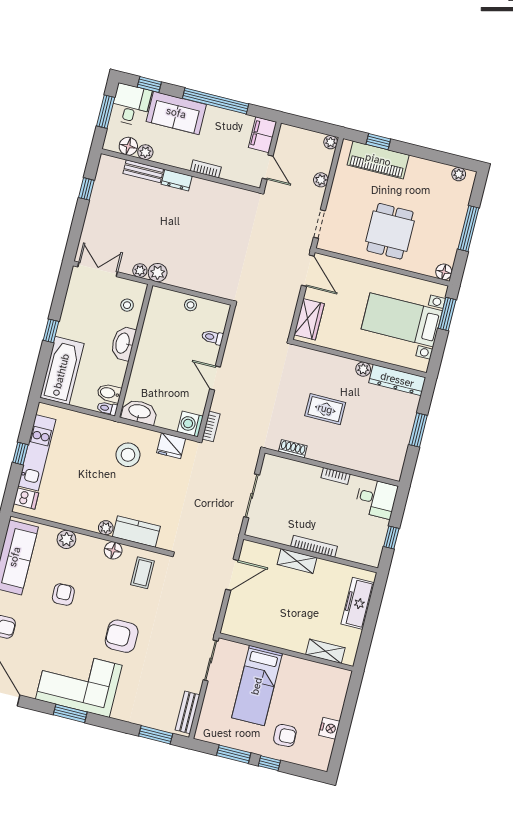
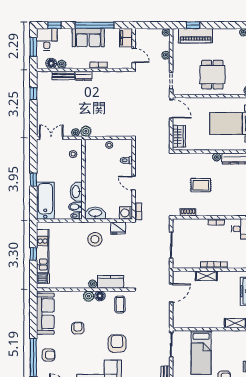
sofa: (176, 113) -> (88, 38), moved
washbasin: (123, 343) -> (76, 192), moved
plant: (66, 539) -> (89, 296), moved
armchair: (122, 636) -> (117, 344), turned 90

